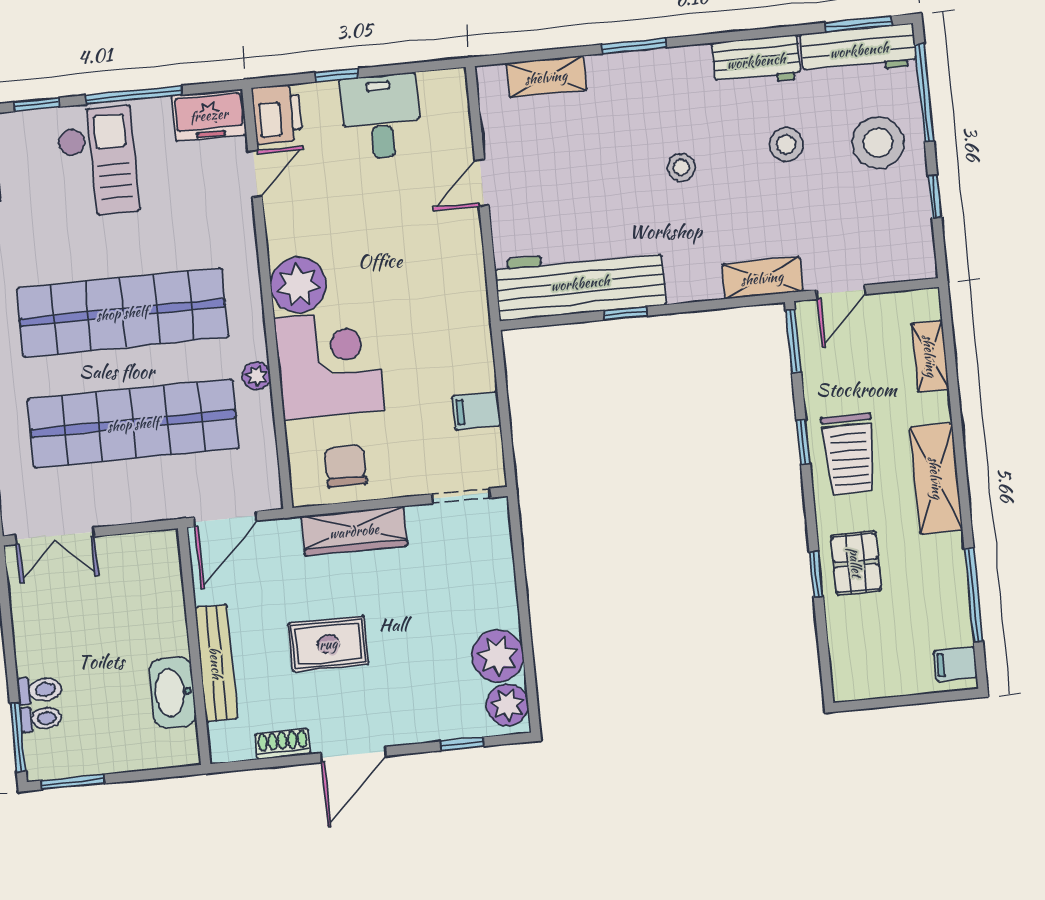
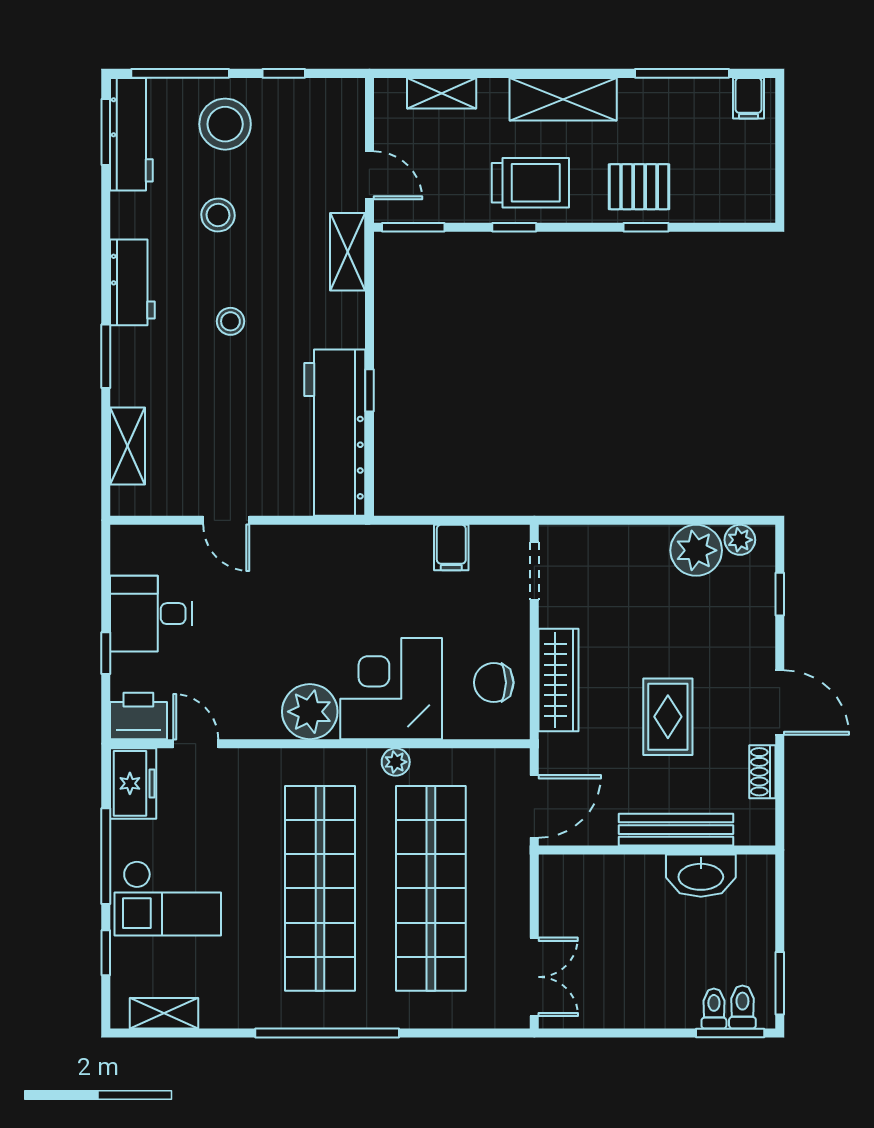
workbench: (756, 61) -> (132, 282), moved
checkout: (98, 161) -> (168, 898), turned 180
door: (226, 519) -> (534, 806), hinge flipped
toilet: (40, 690) -> (742, 1007), moved
plant: (507, 705) -> (740, 540), width x0.73, depth x0.73

